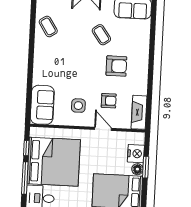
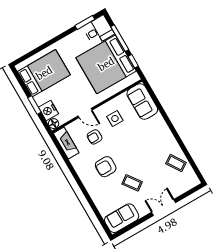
floor lamp: (137, 169) -> (54, 124), moved

